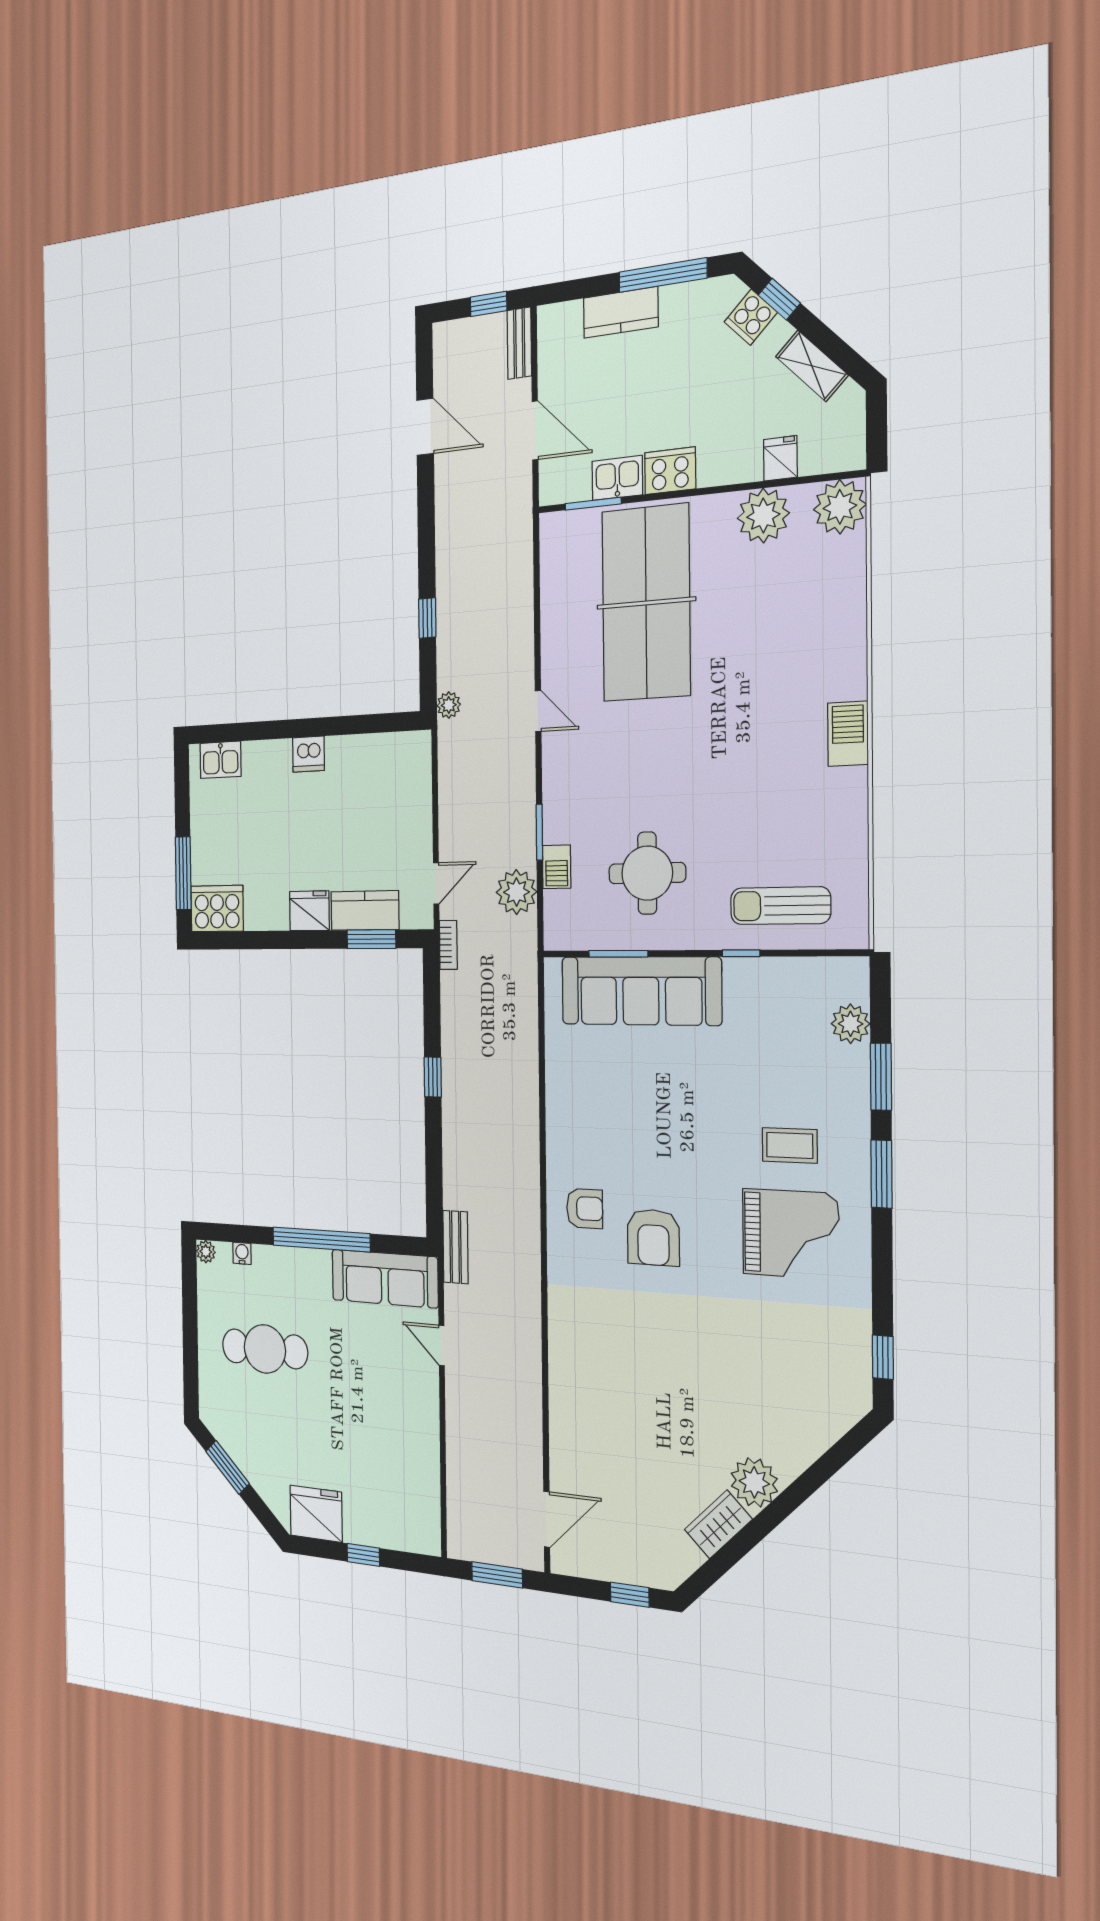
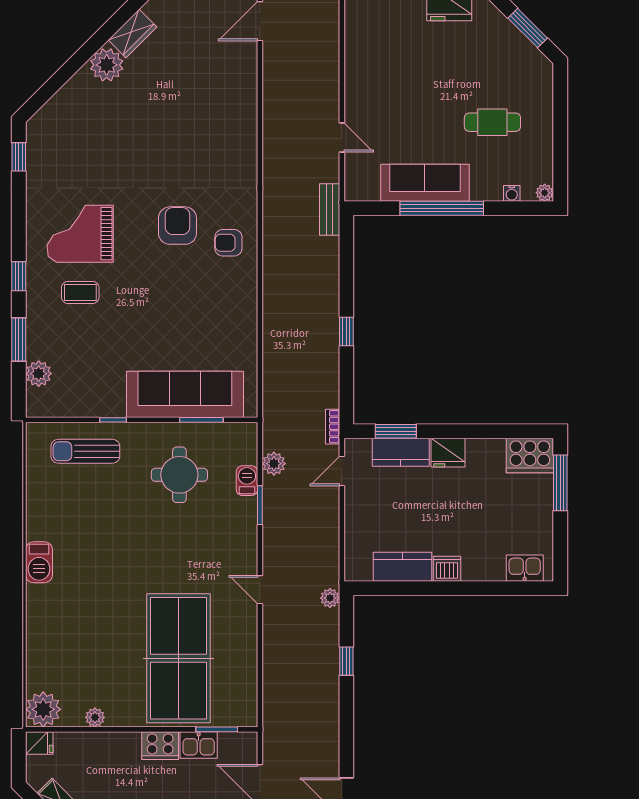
fridge: (780, 458) -> (39, 743), moved, turned -90
plant: (763, 516) -> (95, 717), width x0.53, depth x0.53
kitchen counter: (361, 754) -> (402, 567), added
plant: (516, 892) -> (274, 464), width x0.73, depth x0.73
sun lounger: (780, 906) -> (85, 451), turned 180
window: (882, 1174) -> (19, 276), width x0.67
sofa: (385, 1279) -> (425, 183), moved
cafe table: (265, 1349) -> (492, 122), width x0.73, depth x0.74

